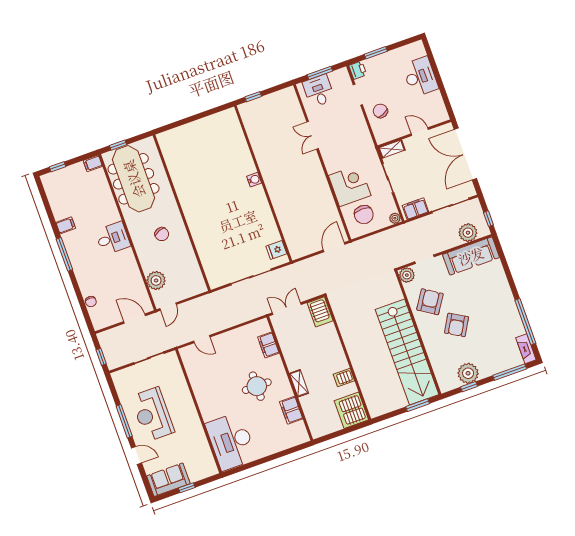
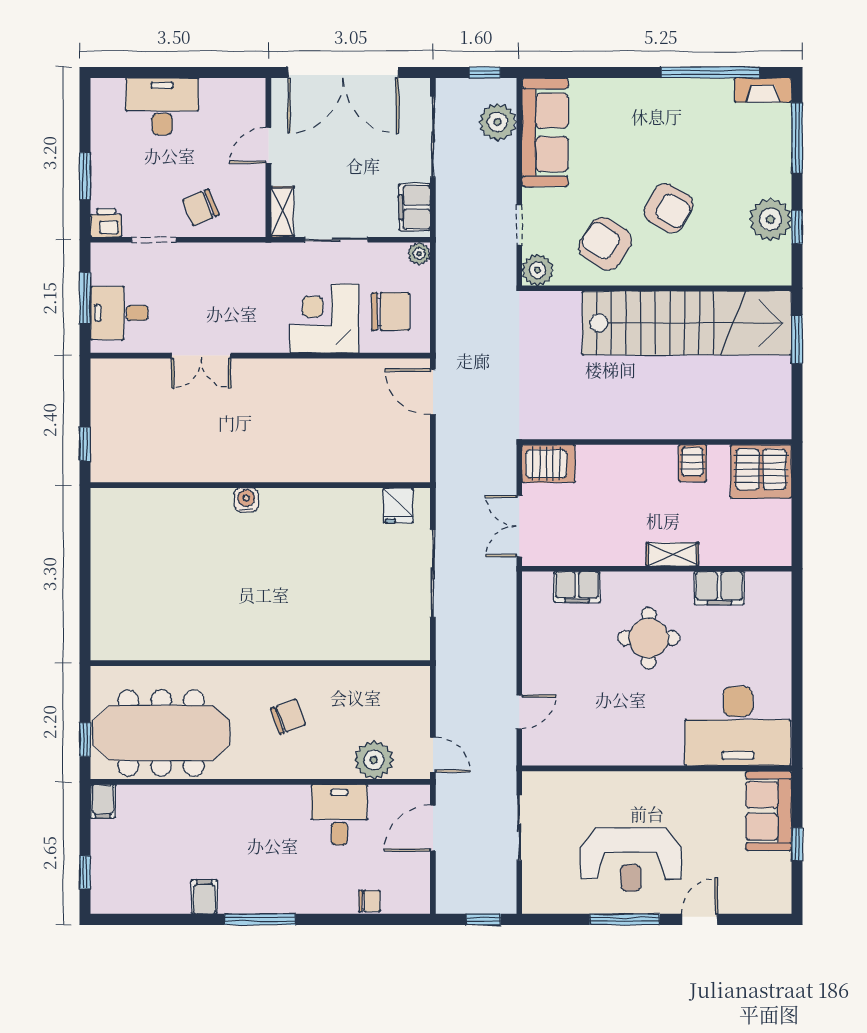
desk: (113, 238) -> (339, 815), moved
sofa: (168, 480) -> (769, 811), moved

